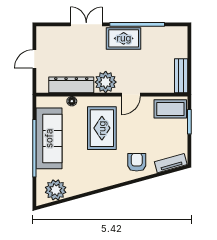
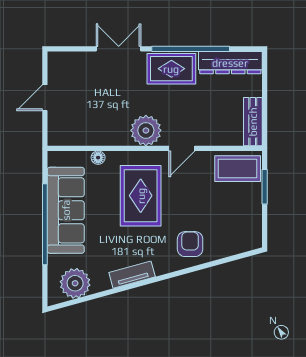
dresser: (71, 85) -> (230, 63), moved, turned 180
tv unit: (171, 163) -> (132, 275), moved

